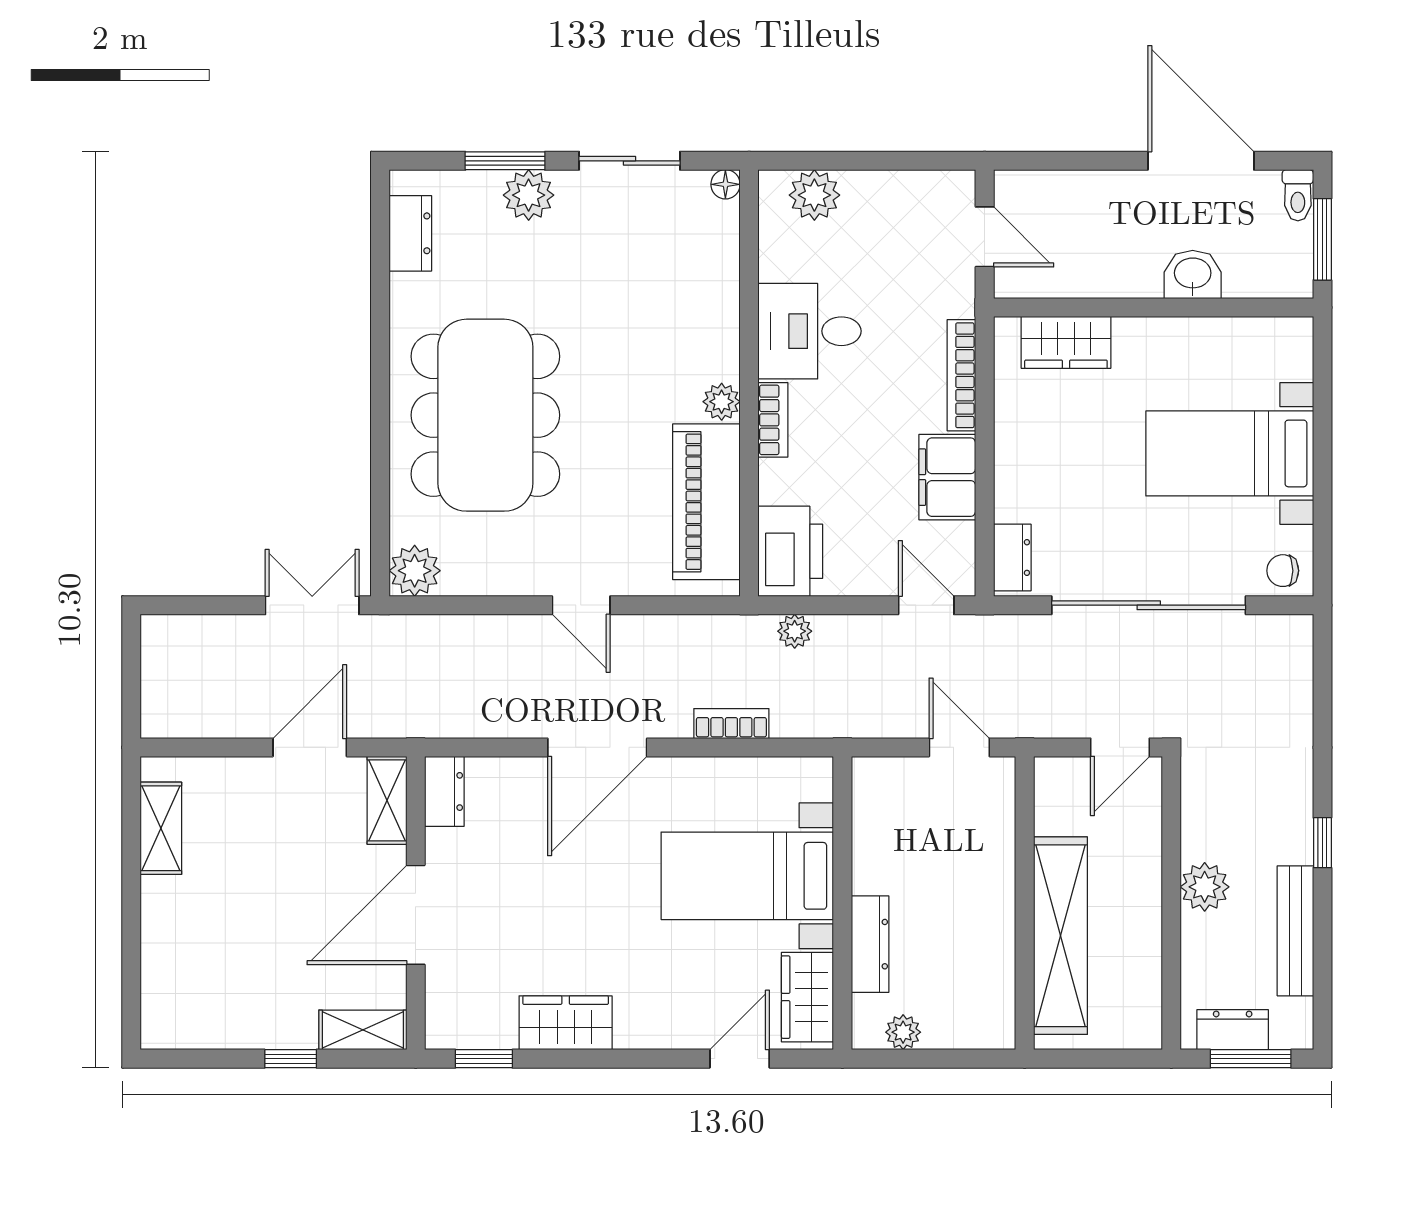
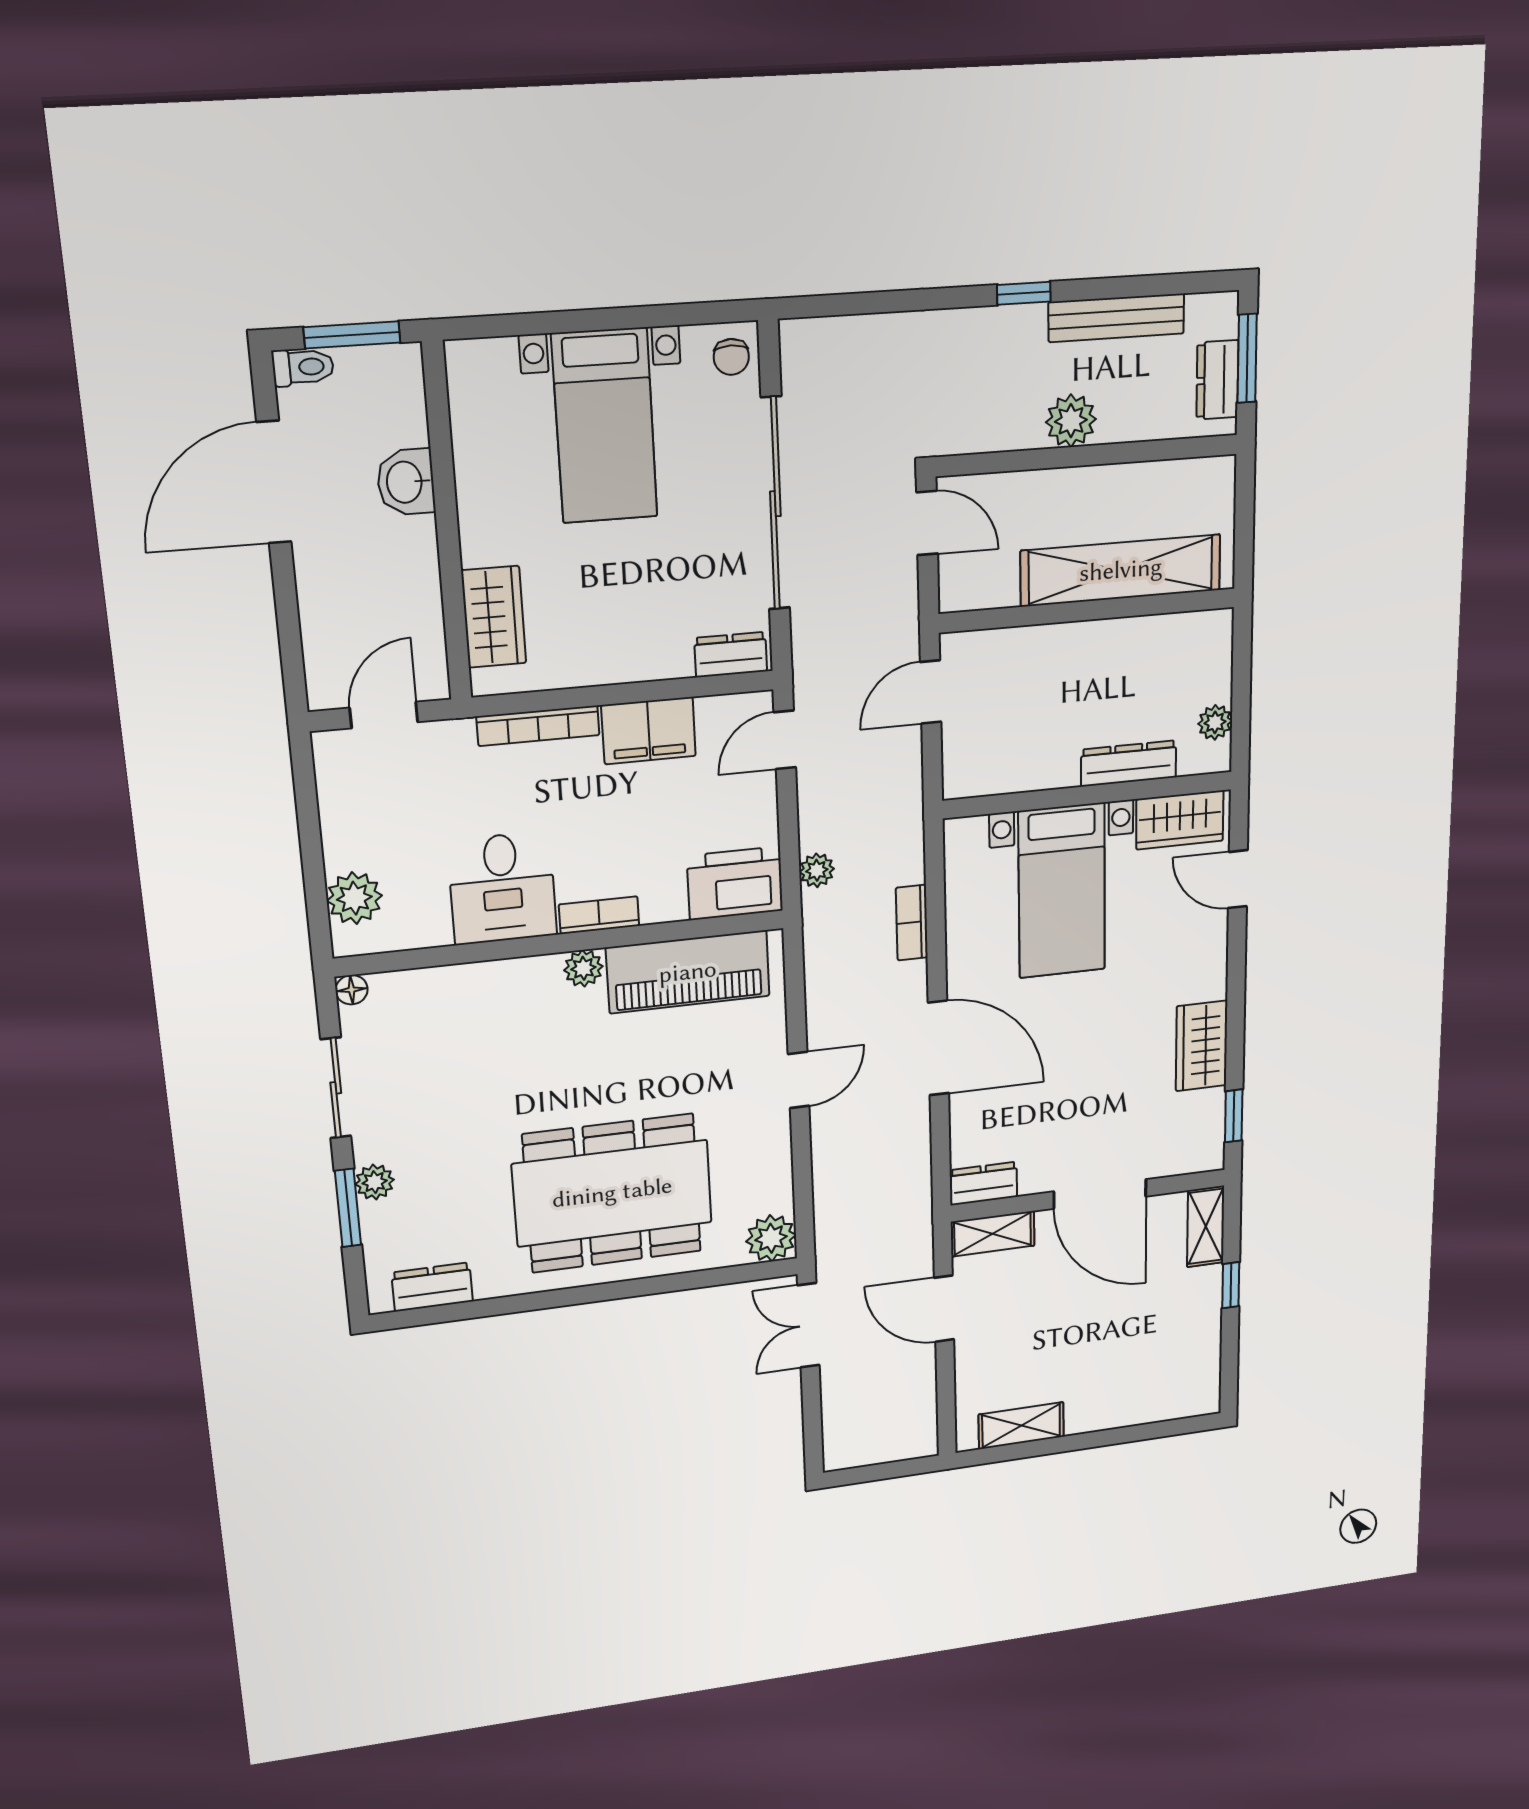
plant: (529, 195) -> (375, 1182), width x0.73, depth x0.73

